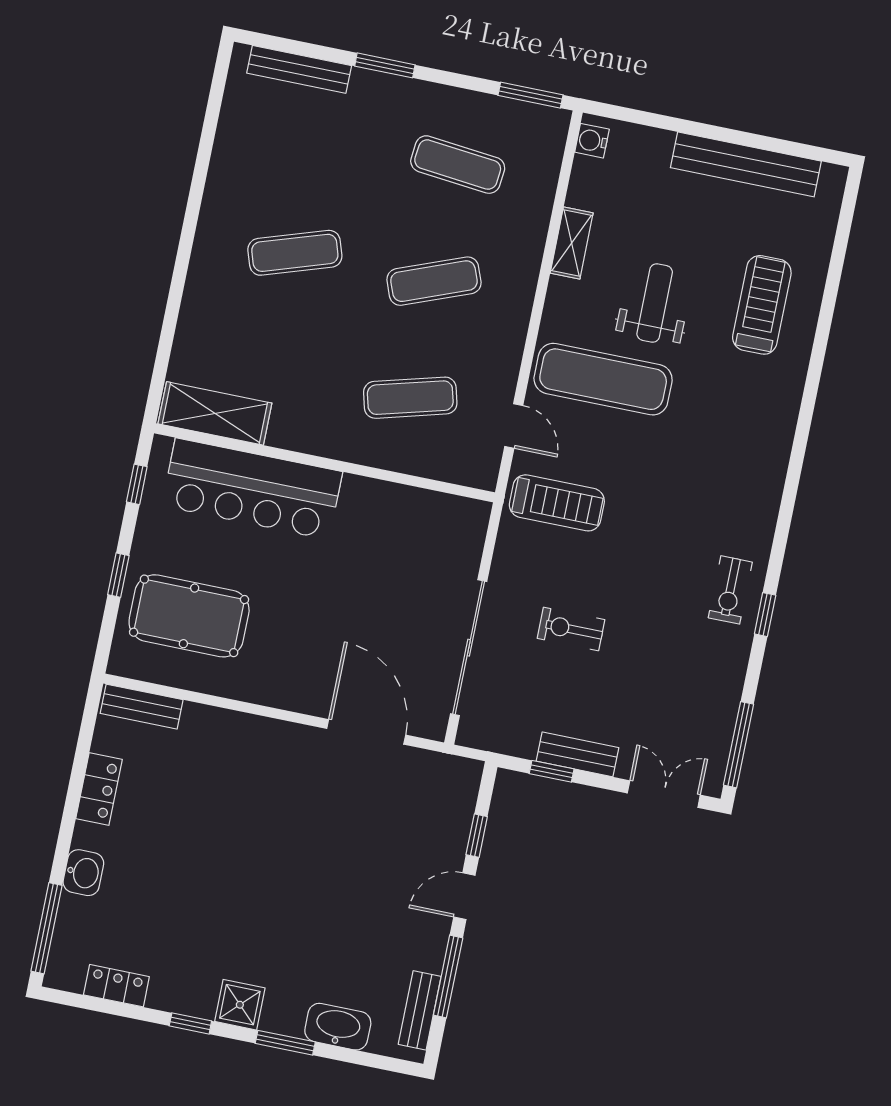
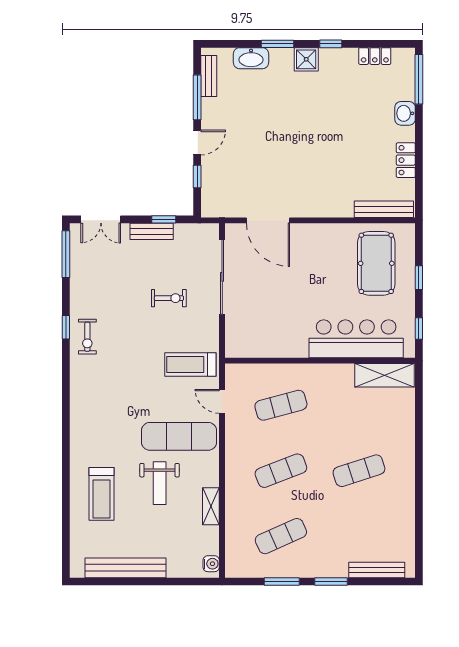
window: (531, 95) -> (282, 582), moved
exercise mat: (458, 165) -> (281, 536), turned -30
exercise bike: (730, 590) -> (87, 337), turned 180
pool table: (189, 616) -> (376, 263), turned 90
bench: (142, 707) -> (384, 209), width x1.36

